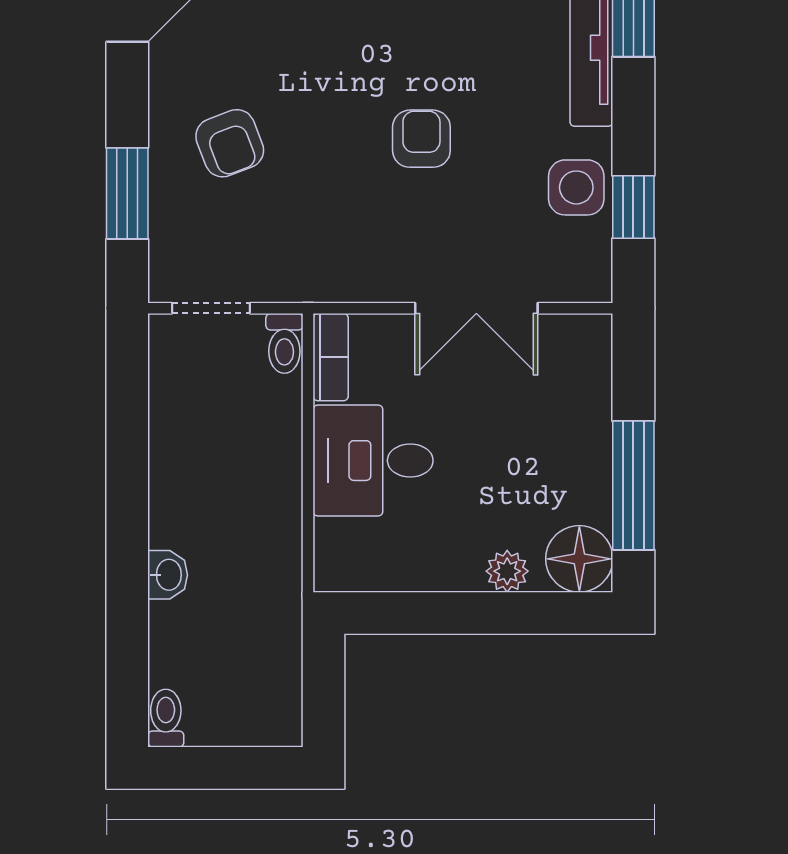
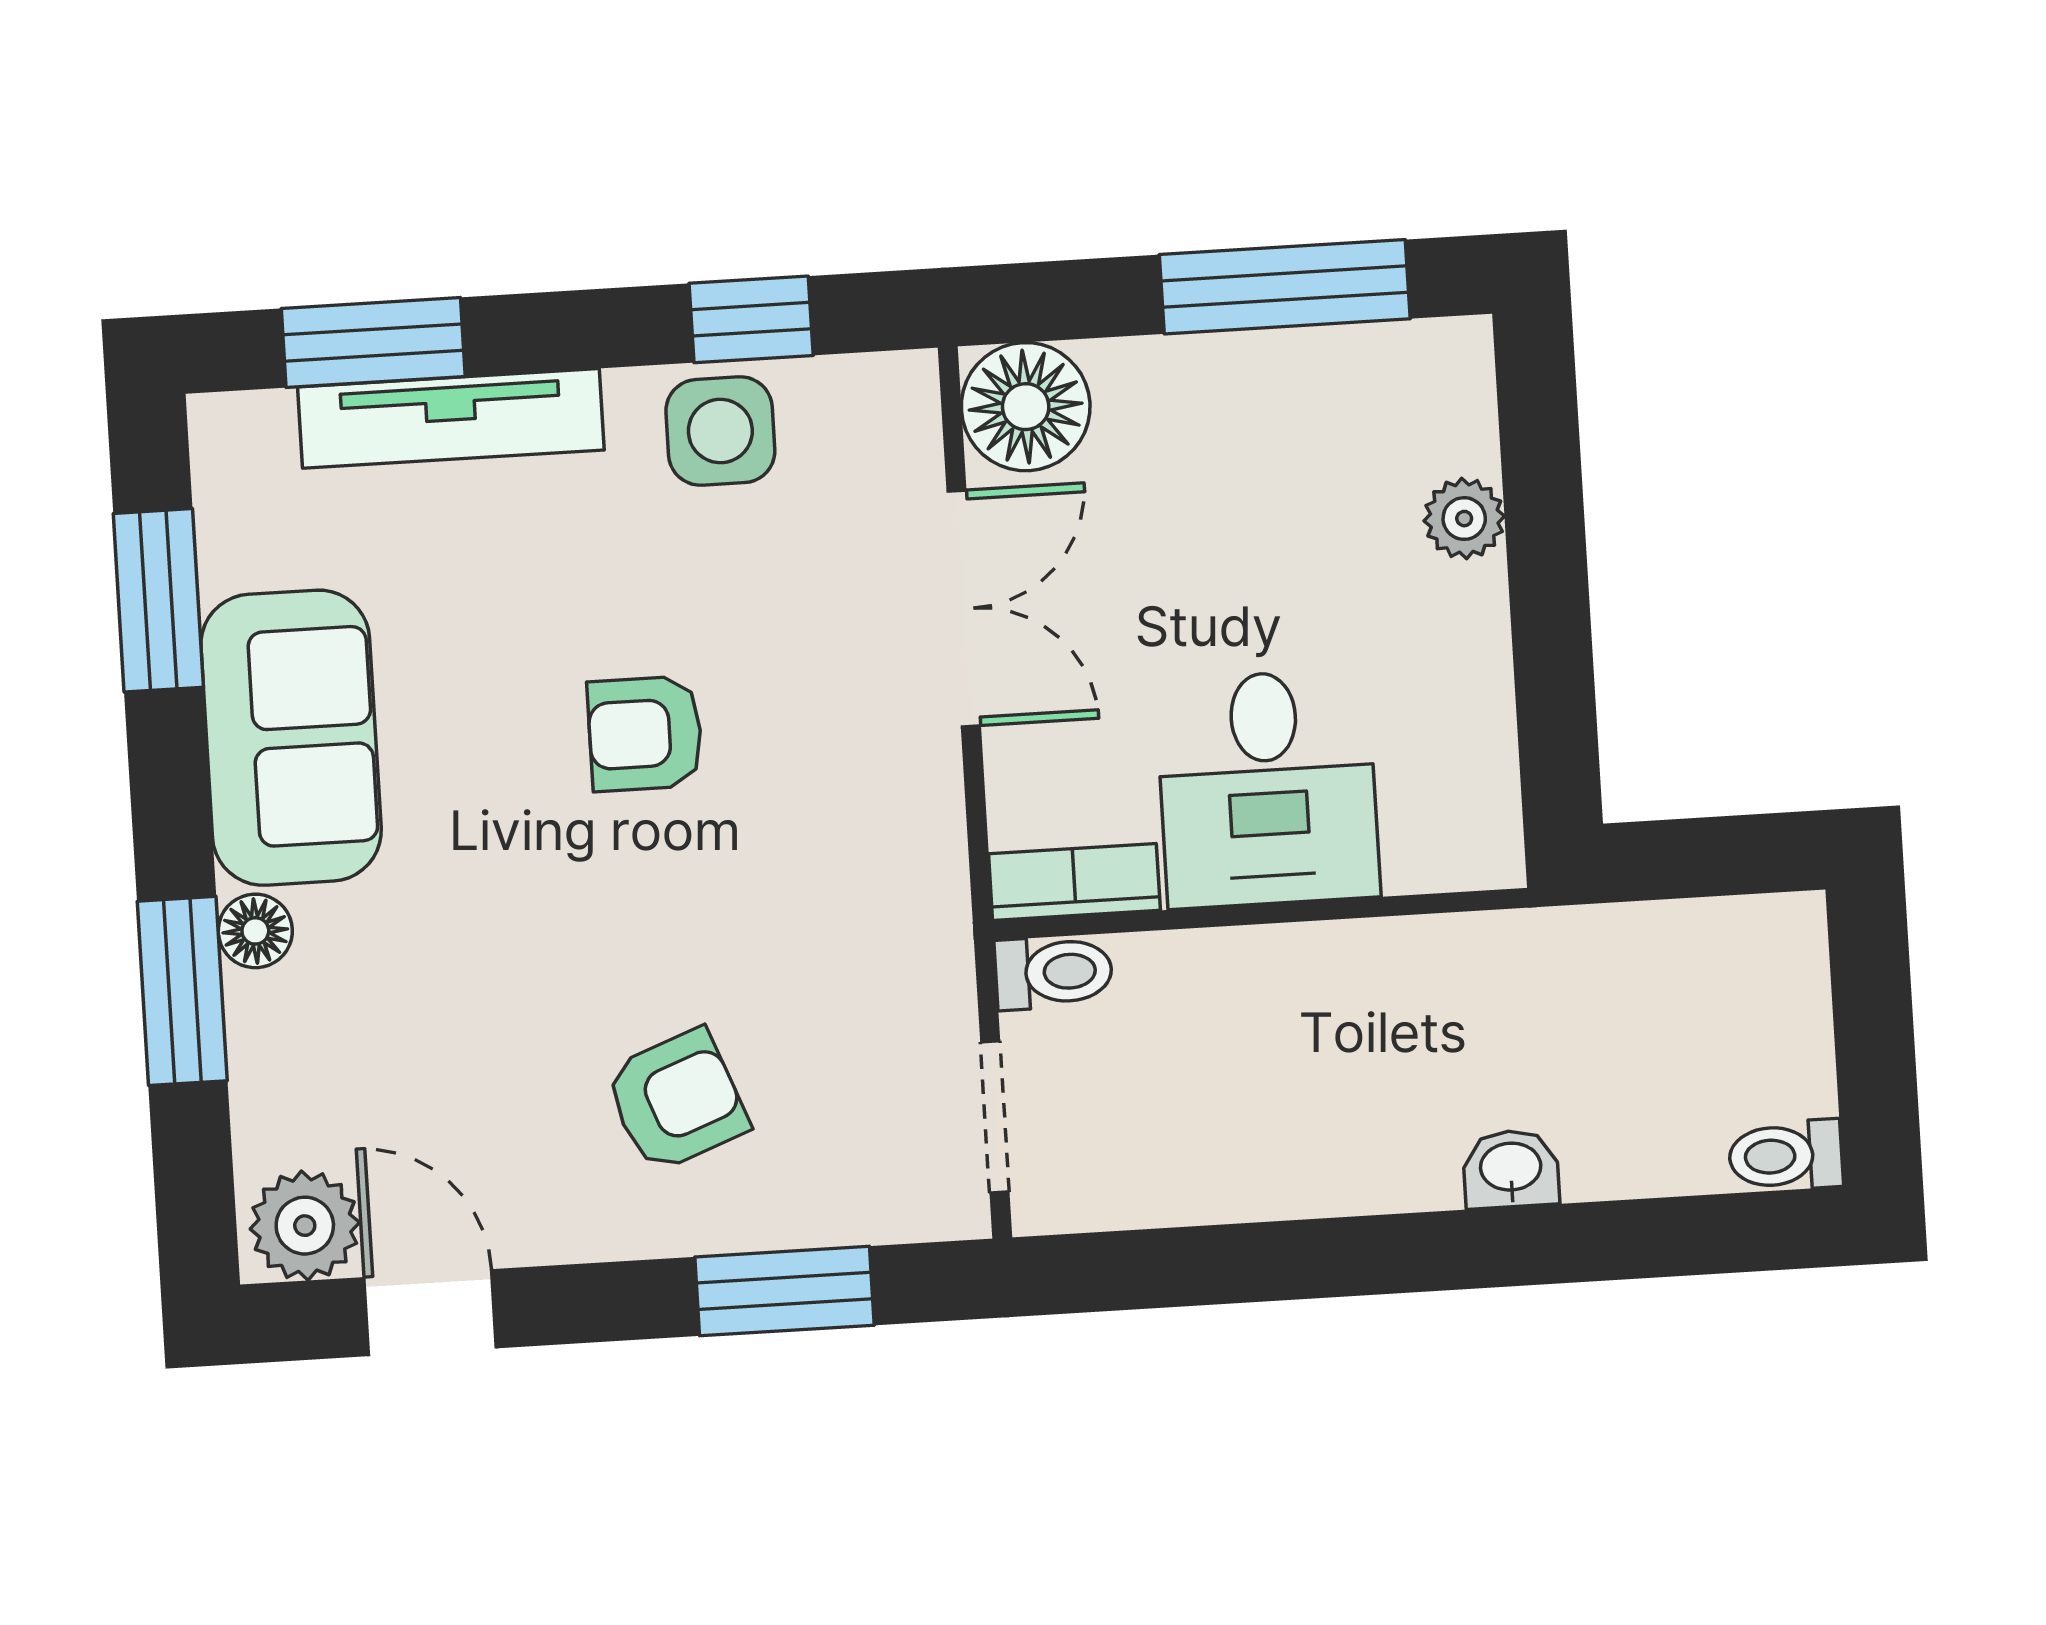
floor lamp: (579, 559) -> (1026, 407), moved

